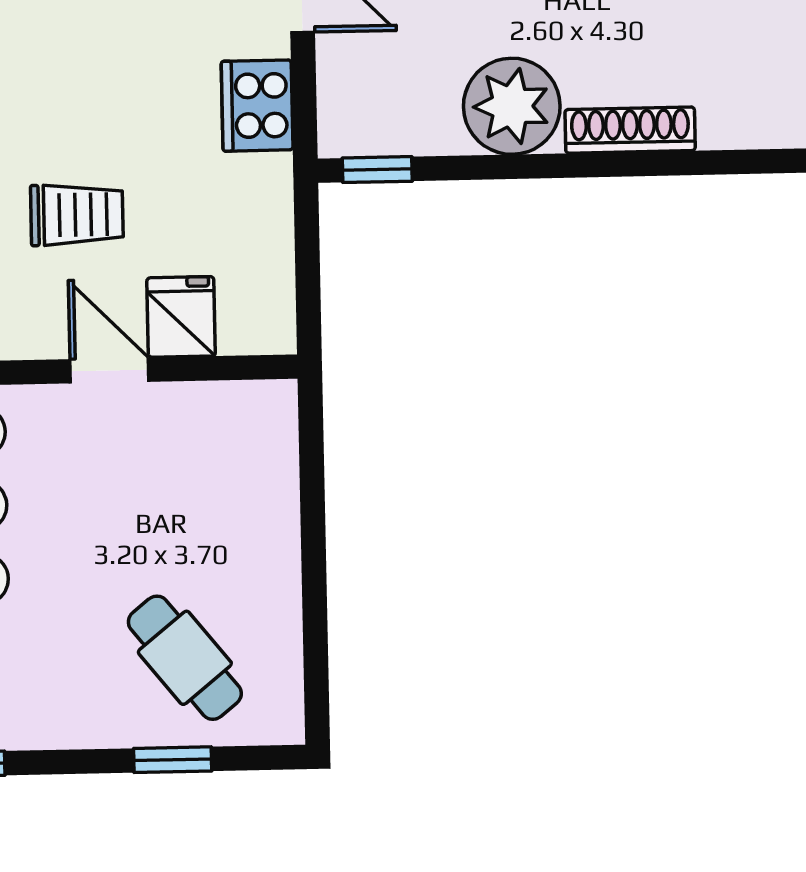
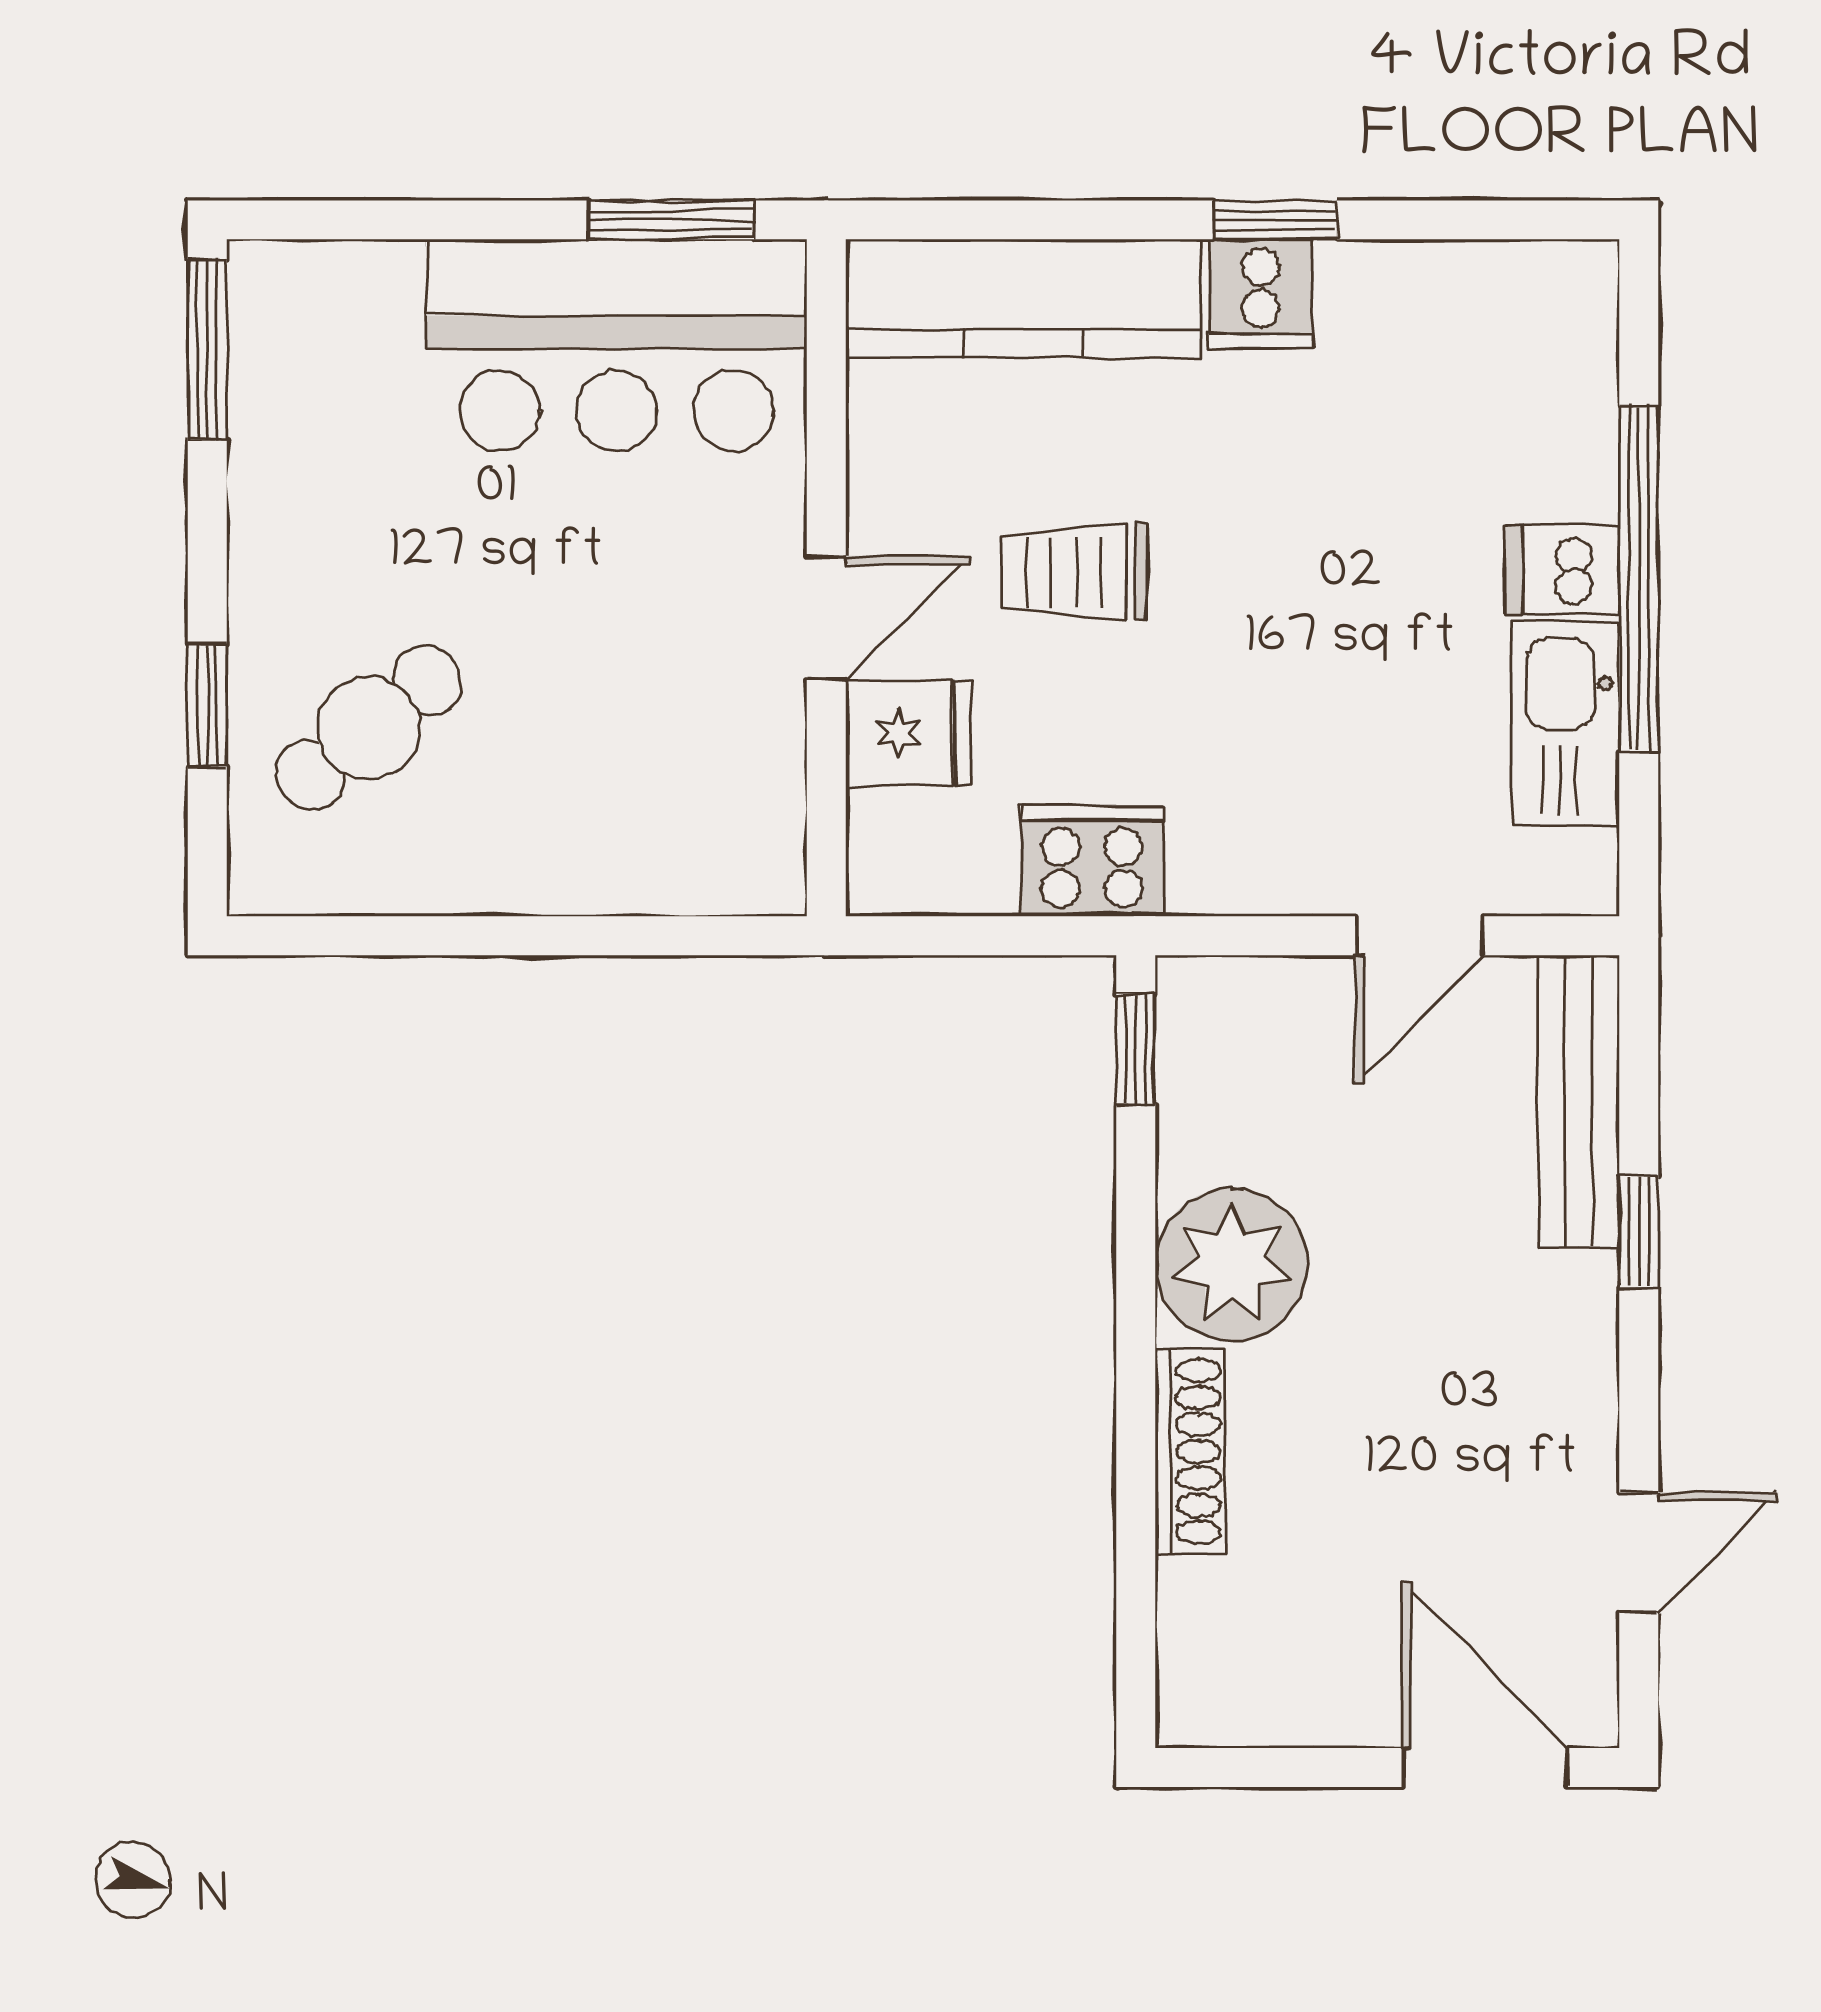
cooker: (257, 106) -> (1092, 861), moved
trolley: (77, 215) -> (1074, 572), turned 90

